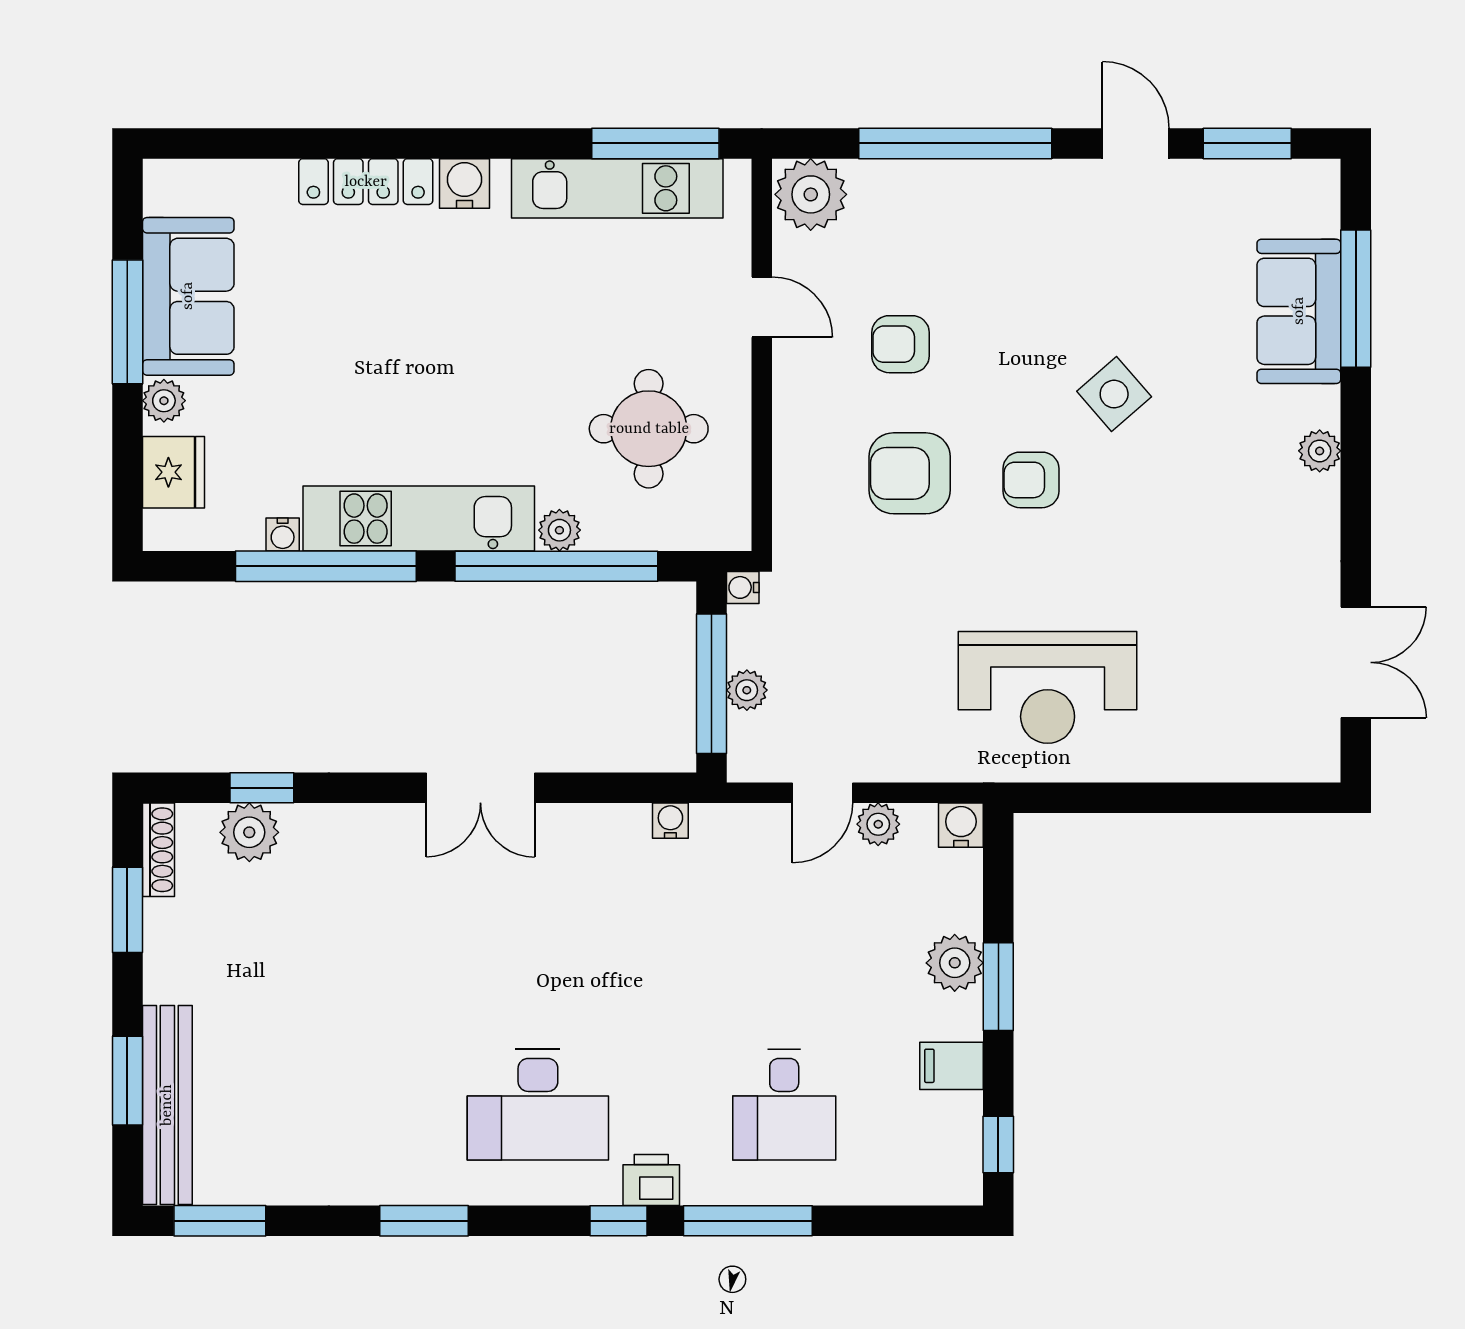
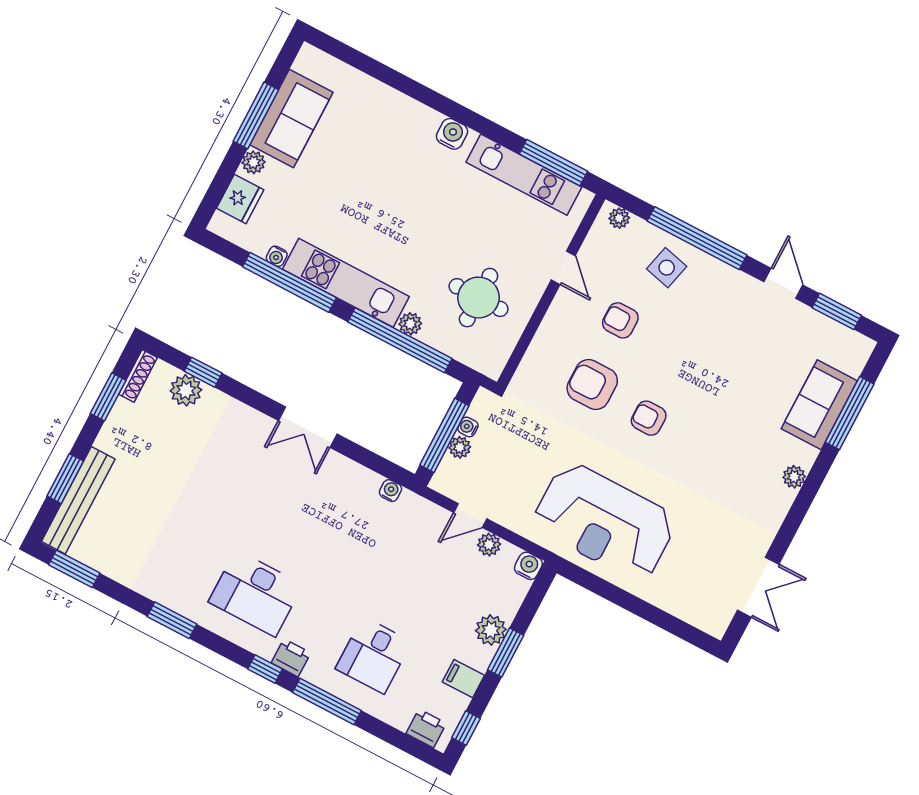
locker: (366, 182) -> (405, 108), removed
plant: (811, 194) -> (619, 218), width x0.53, depth x0.53
side table: (1114, 394) -> (667, 268), moved, turned -35
water cooler: (743, 587) -> (468, 427), moved
reception desk: (1048, 687) -> (604, 522), width x1.36, depth x1.30
printer: (933, 1179) -> (426, 728), added

